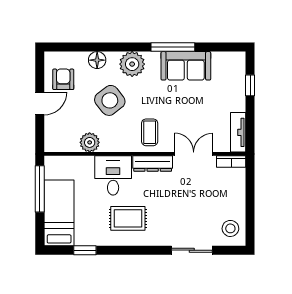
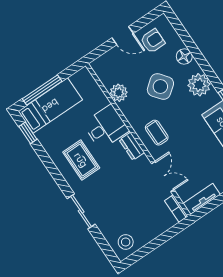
coffee table: (150, 132) -> (157, 133), turned 90
dresser: (153, 163) -> (132, 146), width x0.70
window: (40, 189) -> (42, 90), moved
window: (85, 250) -> (28, 133), moved
sliding door: (192, 250) -> (81, 211), moved

